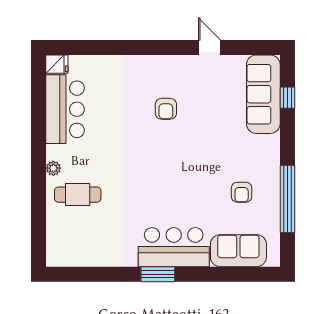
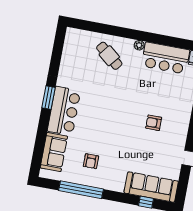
plant: (53, 168) -> (139, 45), moved
armchair: (242, 192) -> (91, 161), turned -90
cafe table: (78, 195) -> (109, 56), turned -51

